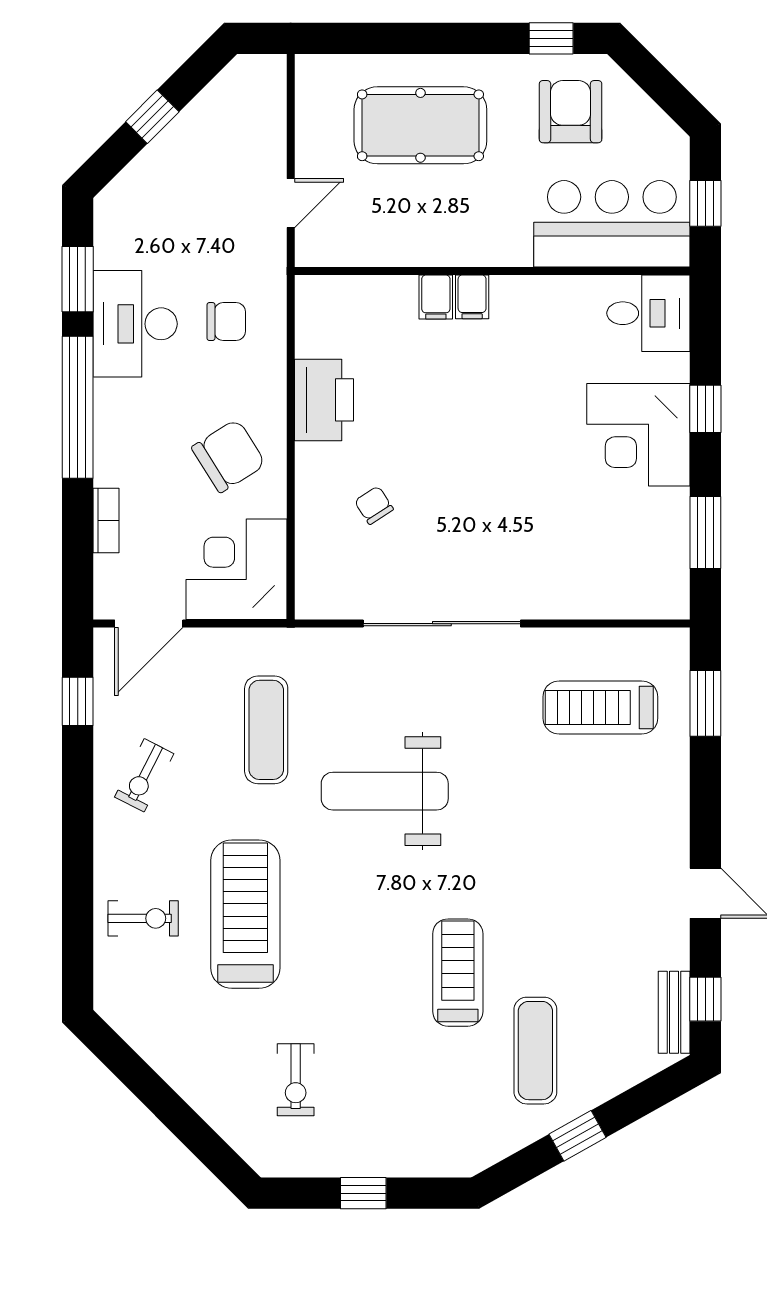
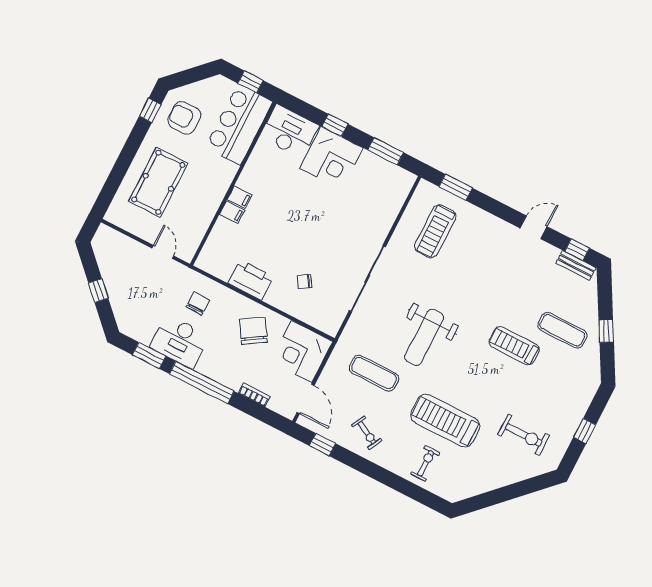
desk: (648, 313) -> (289, 131), width x1.37
exercise bike: (296, 1080) -> (524, 435), width x1.38, depth x1.39

